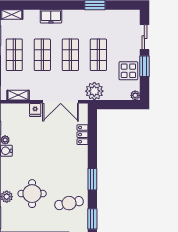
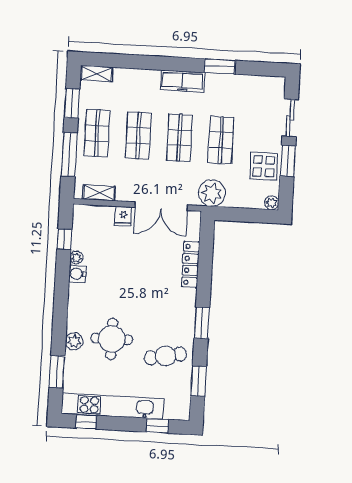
freezer: (51, 16) -> (183, 81), moved, width x1.40
locker: (83, 135) -> (190, 264), width x1.53

